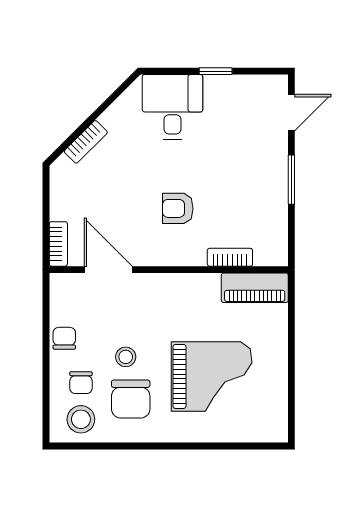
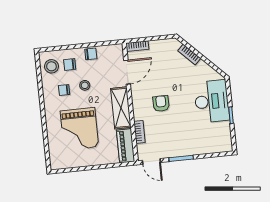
desk: (173, 107) -> (212, 101), width x1.37
door: (291, 113) -> (151, 161), moved
shelving: (178, 289) -> (121, 108), added
chair: (131, 399) -> (64, 90), width x0.54, depth x0.54

